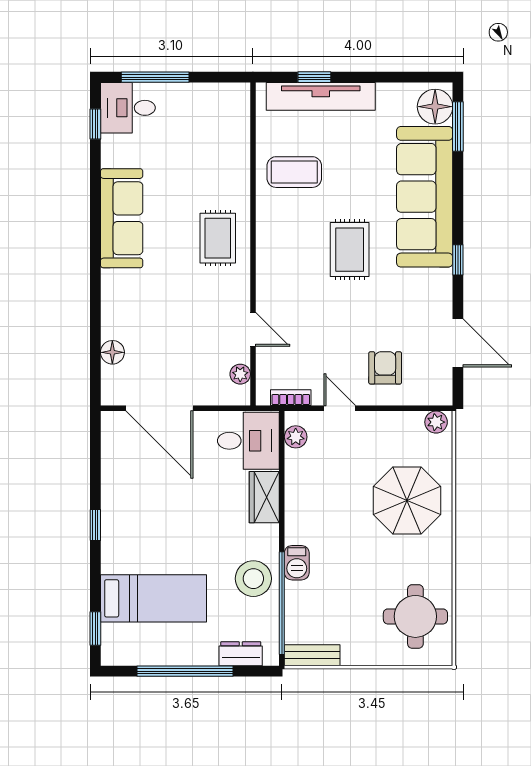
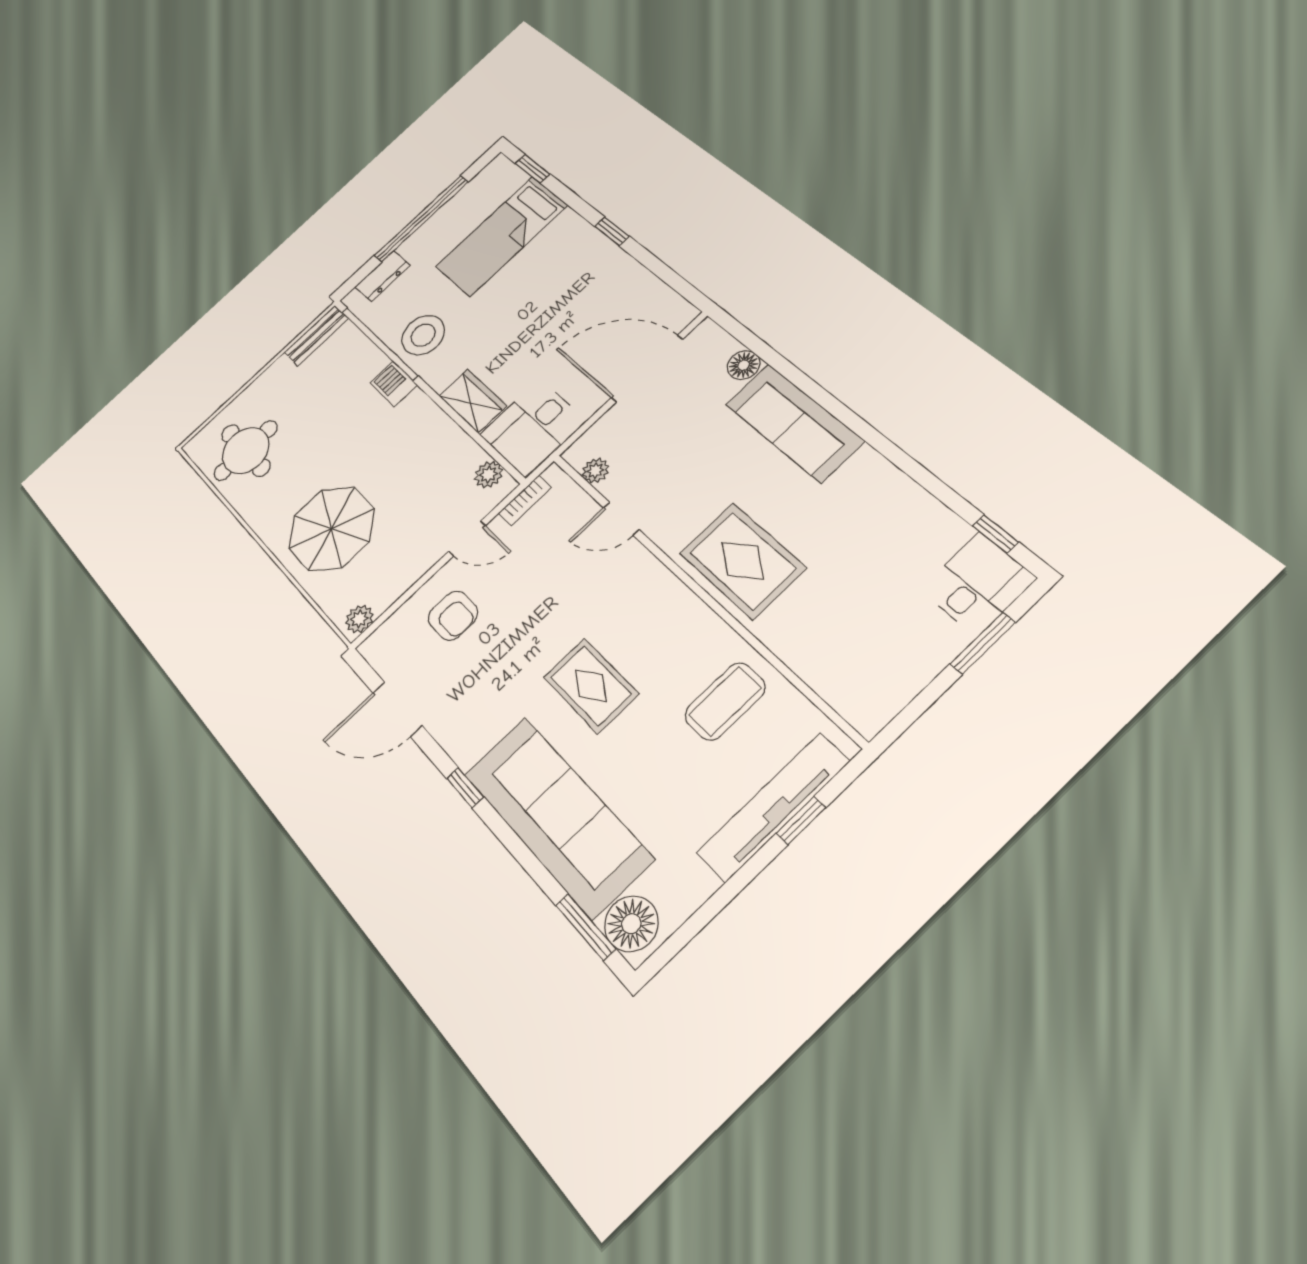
window: (155, 77) -> (983, 643), width x0.69
sofa: (122, 218) -> (794, 423), moved
rug: (218, 238) -> (743, 561), width x1.36, depth x1.43

